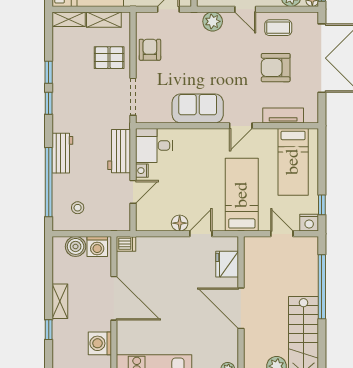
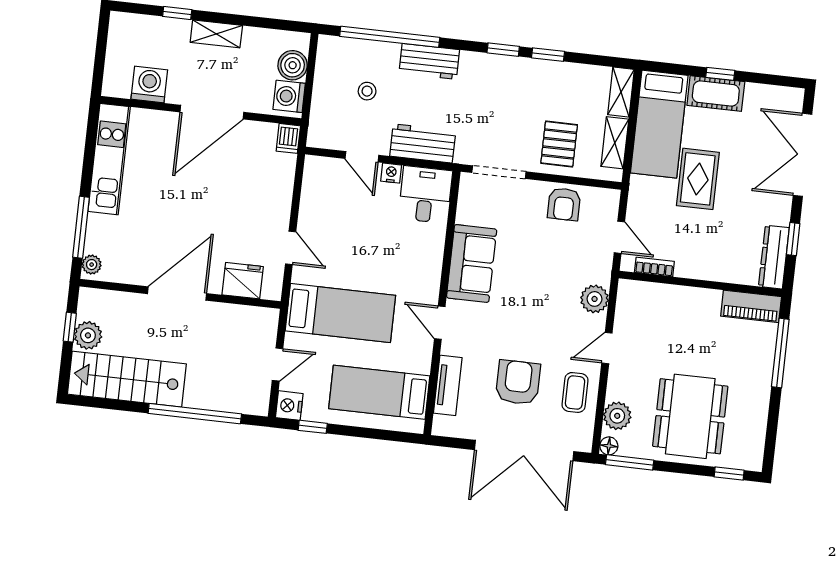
armchair: (150, 50) -> (564, 204), turned 90
stool: (78, 208) -> (367, 91), moved
floor lamp: (180, 223) -> (310, 219), removed

